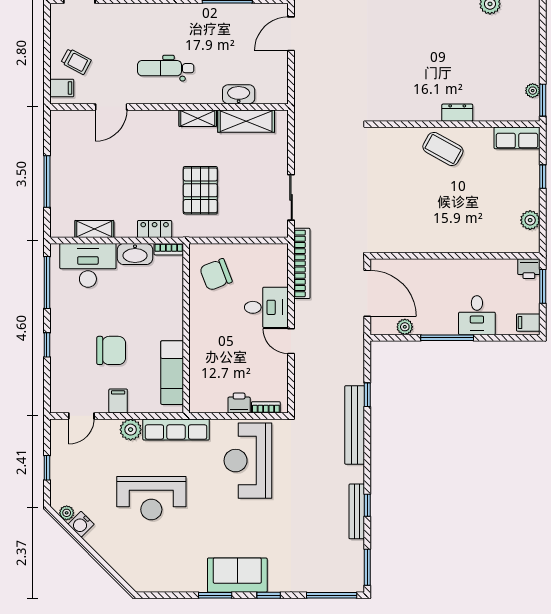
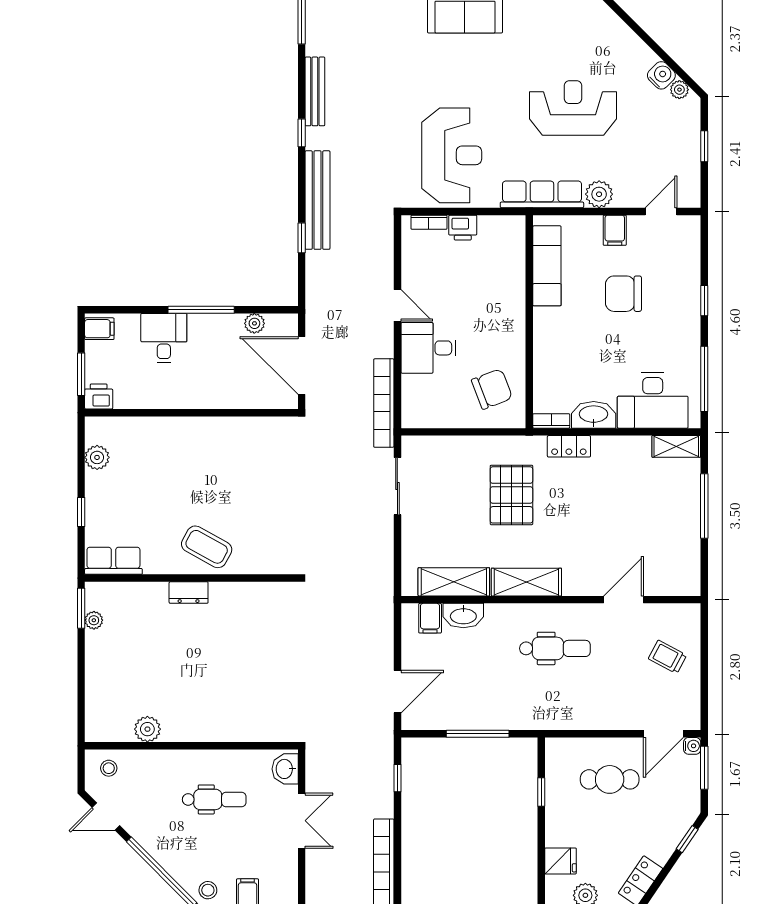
filing cabinet: (62, 88) -> (430, 618), moved, turned -90
shelving: (198, 118) -> (526, 582), width x1.50, depth x1.33
shelving: (94, 229) -> (676, 446), moved
window: (367, 505) -> (302, 133), moved

